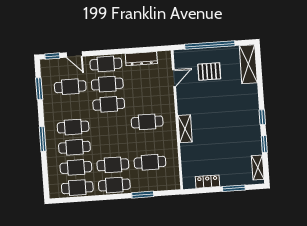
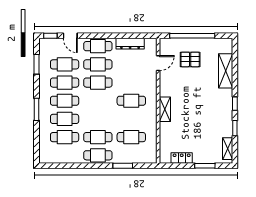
shelving: (248, 64) -> (226, 71), moved
cafe table: (77, 188) -> (65, 83), moved

